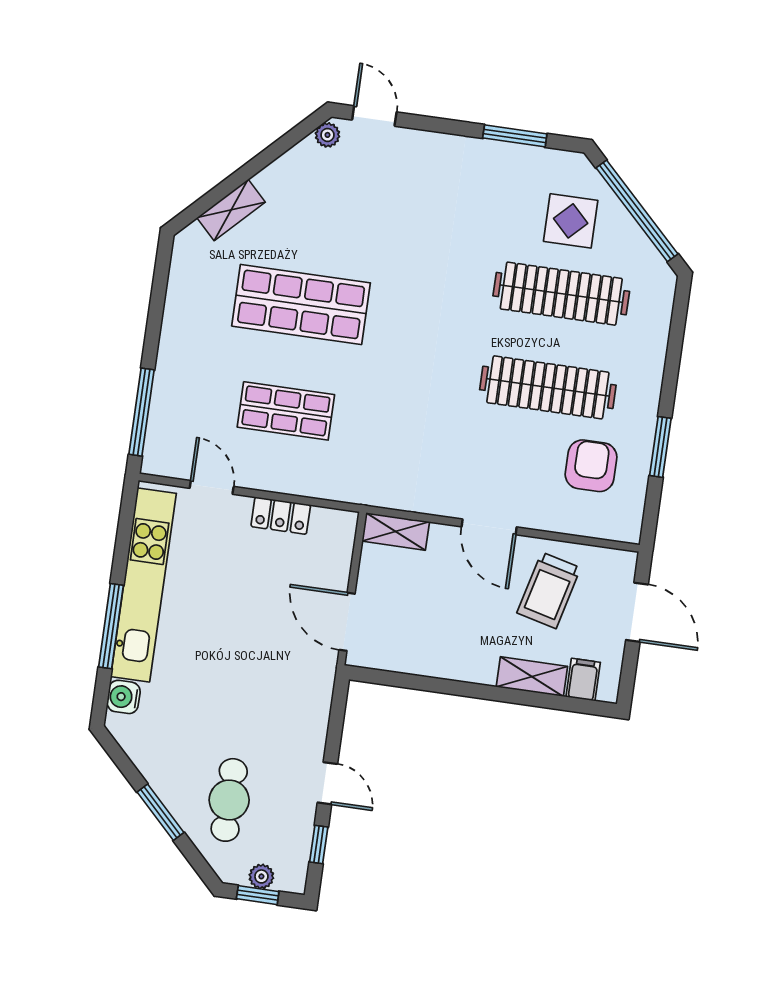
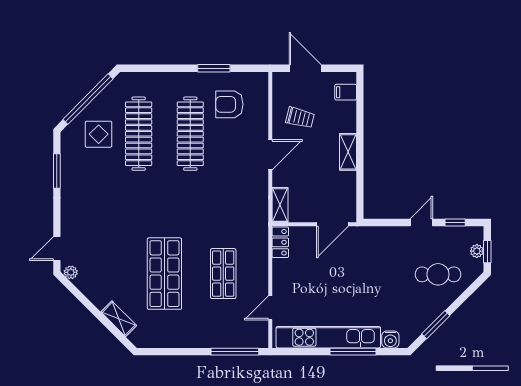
locker: (281, 516) -> (280, 242), moved
trolley: (549, 590) -> (300, 118), width x0.73, depth x0.72
door: (637, 612) -> (305, 68), hinge flipped
shelving: (532, 677) -> (348, 152), moved
window: (160, 812) -> (436, 325), moved

